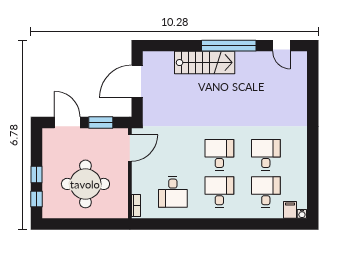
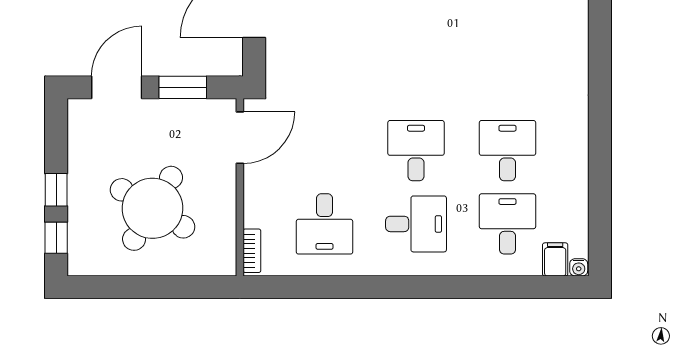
door: (67, 123) -> (117, 87), hinge flipped
round table: (85, 184) -> (153, 208), turned 31
desk: (219, 192) -> (416, 224), turned 90

